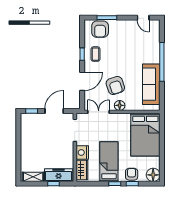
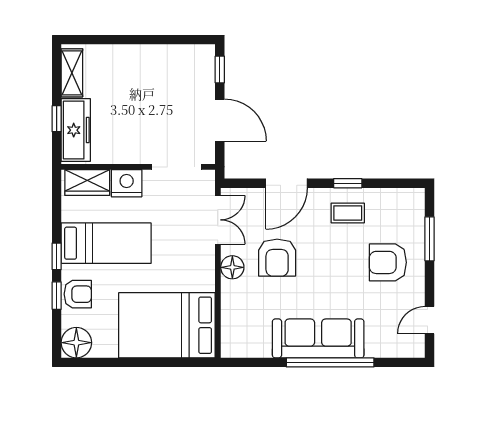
armchair: (100, 29) -> (388, 262), moved
door: (82, 81) -> (287, 183), hinge flipped
sofa: (151, 84) -> (318, 338), moved
armchair: (115, 86) -> (277, 258), turned -72

